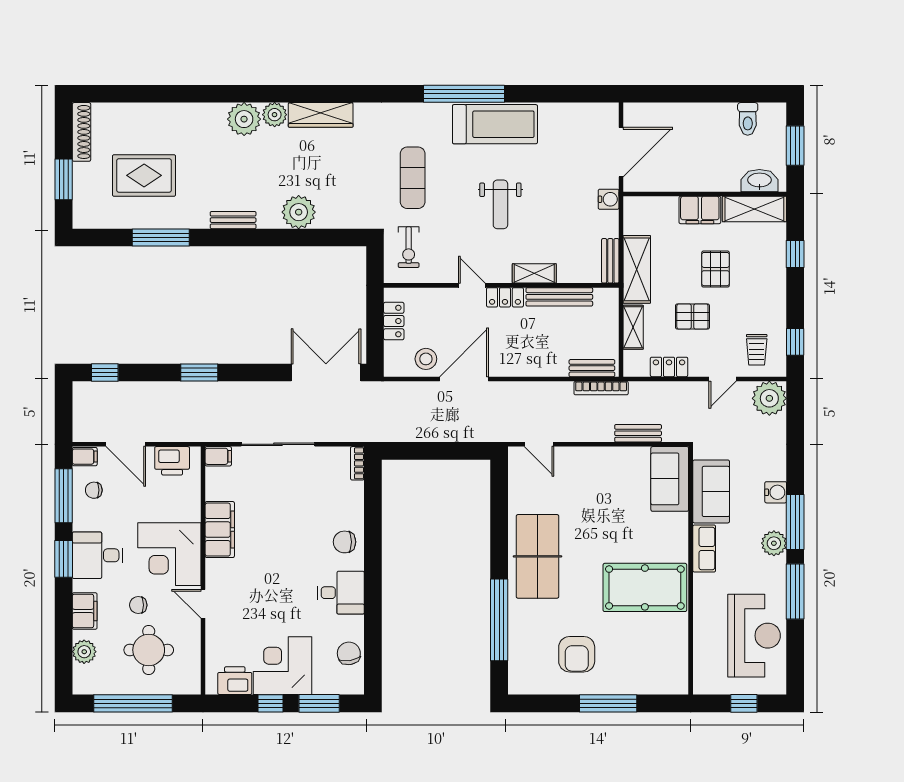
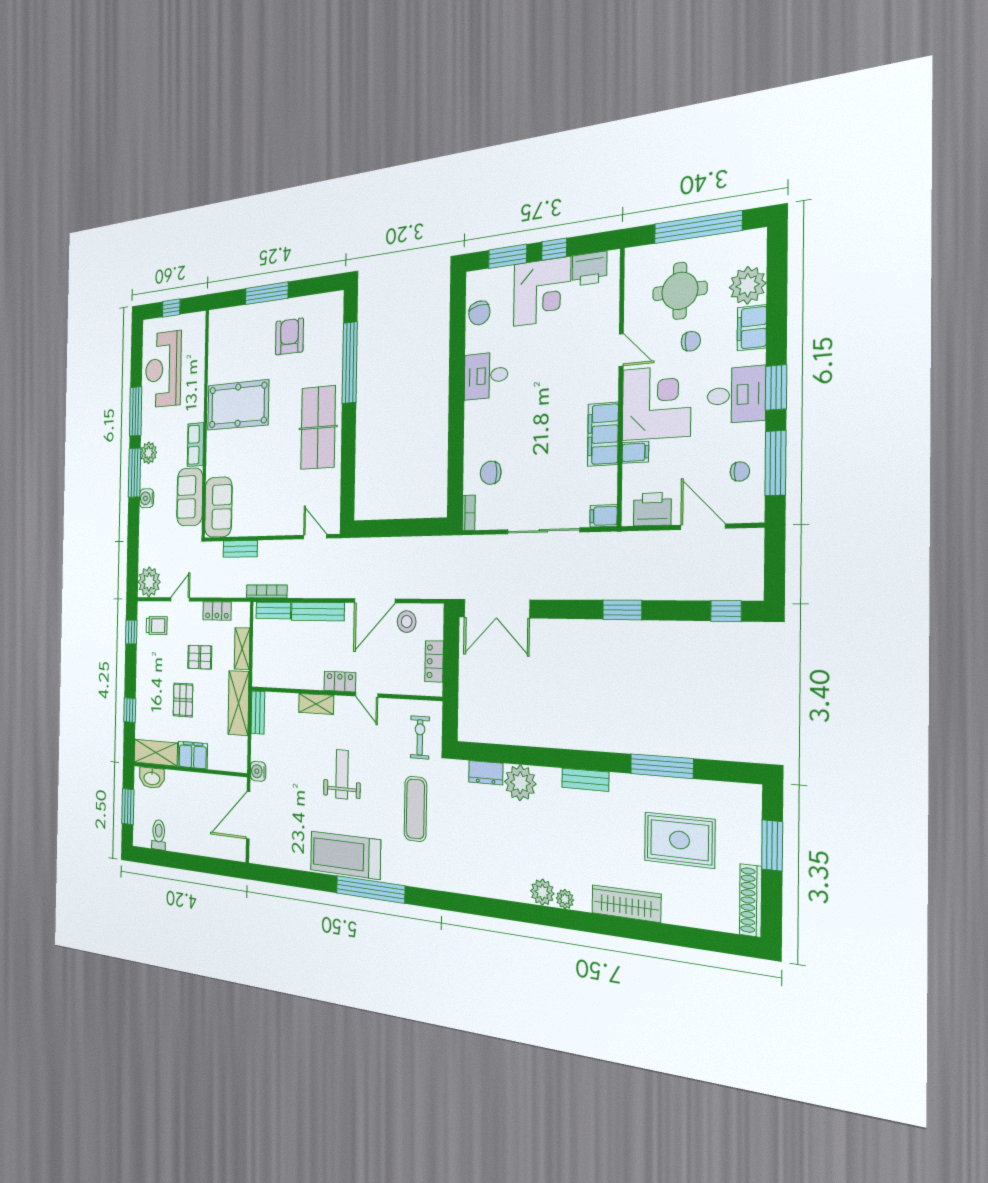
wardrobe: (321, 115) -> (626, 904), moved
plant: (244, 119) -> (565, 899), width x0.53, depth x0.53
dresser: (335, 219) -> (486, 773), added
bench: (559, 297) -> (318, 612), moved
trolley: (757, 350) -> (157, 626), turned 90
filing cabinet: (85, 457) -> (635, 452), moved, turned 180
chair: (345, 542) -> (491, 473), moved, turned 180
plant: (84, 652) -> (748, 285), width x1.36, depth x1.36

